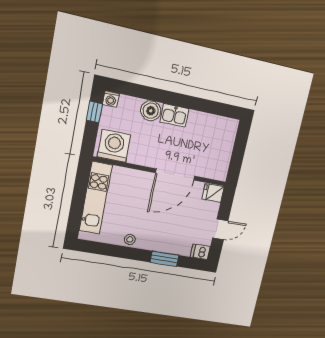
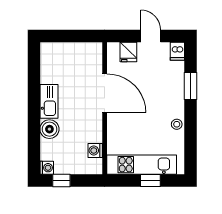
kitchen sink: (174, 115) -> (49, 101), width x1.38
washing machine: (114, 146) -> (95, 150), width x0.53, depth x0.53
fridge: (213, 193) -> (128, 52), moved
window: (78, 204) -> (150, 180), added

